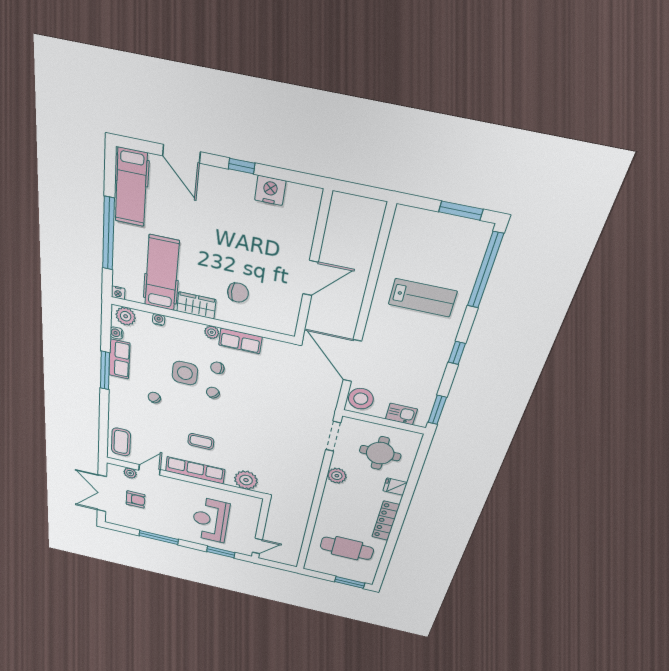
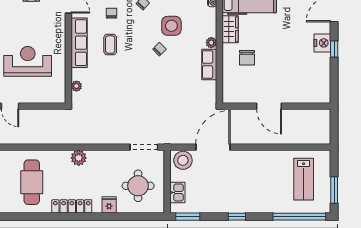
nightstand: (270, 190) -> (322, 43), moved
lab bench: (423, 298) -> (304, 179), moved
chair: (217, 368) -> (112, 13), moved
plant: (337, 476) -> (79, 158), moved
plant: (246, 480) -> (76, 86), width x0.53, depth x0.53

